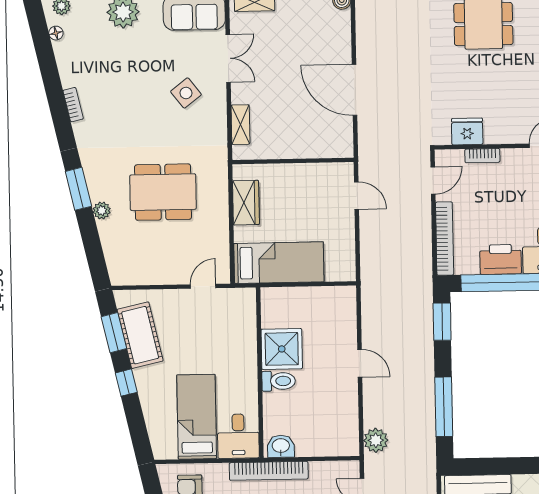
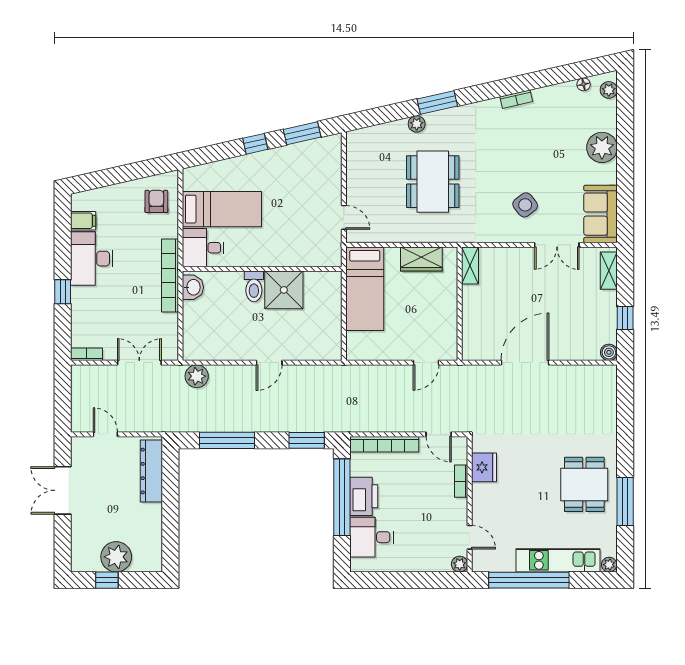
shelving: (240, 125) -> (470, 266), moved, turned 90
cot: (140, 335) -> (299, 158), removed

